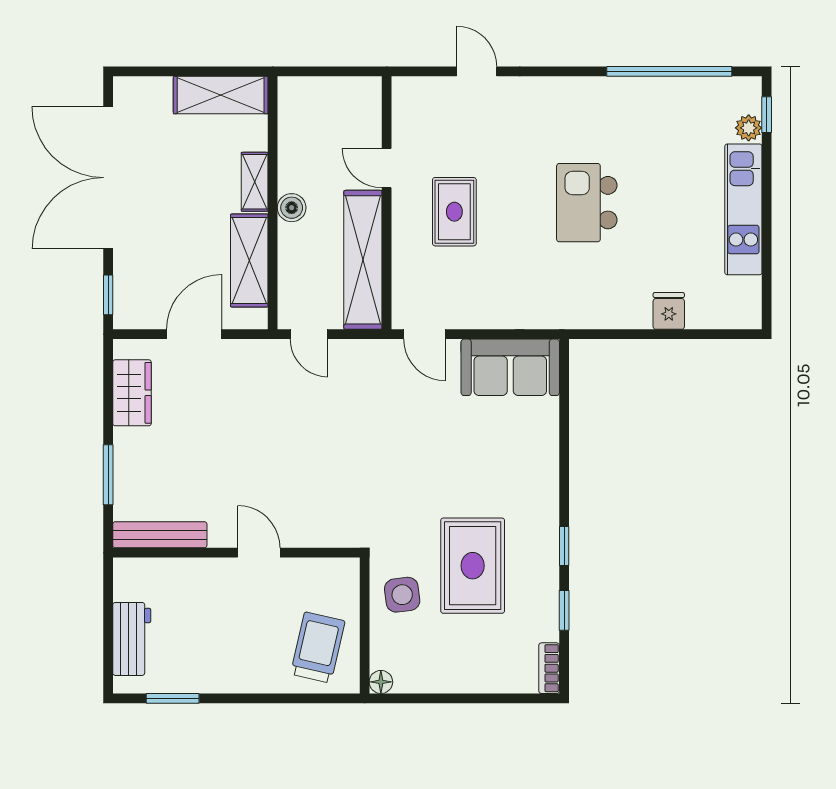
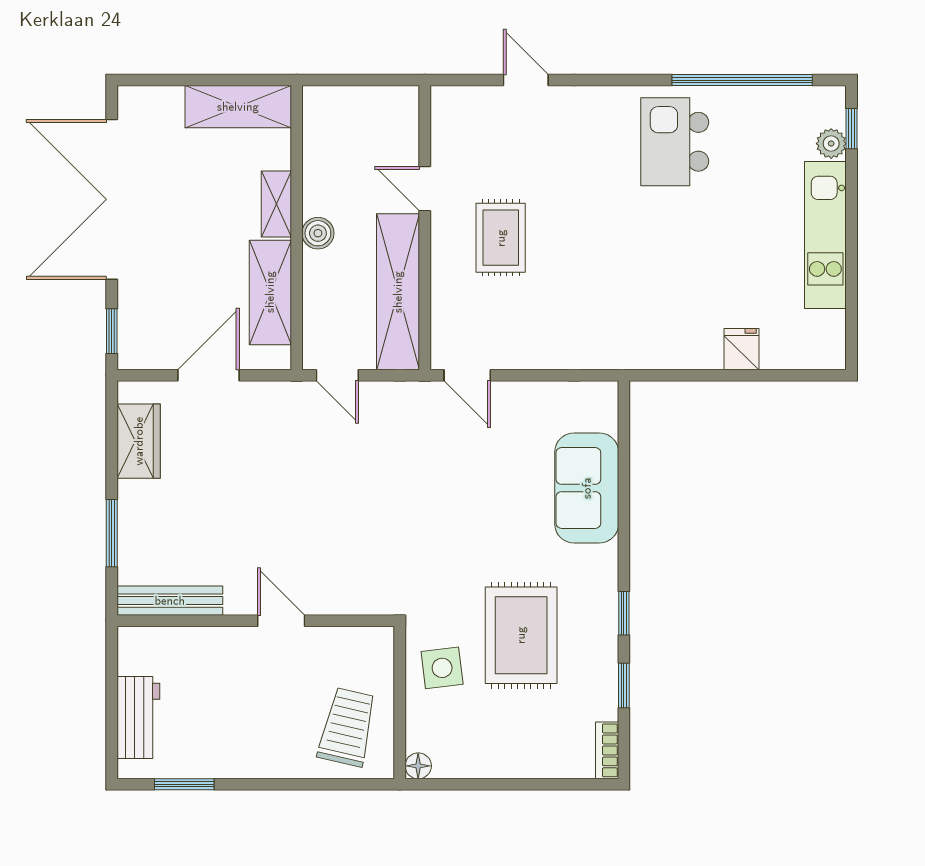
kitchen island: (587, 203) -> (675, 142), moved
sofa: (510, 367) -> (587, 488), moved, turned 90

